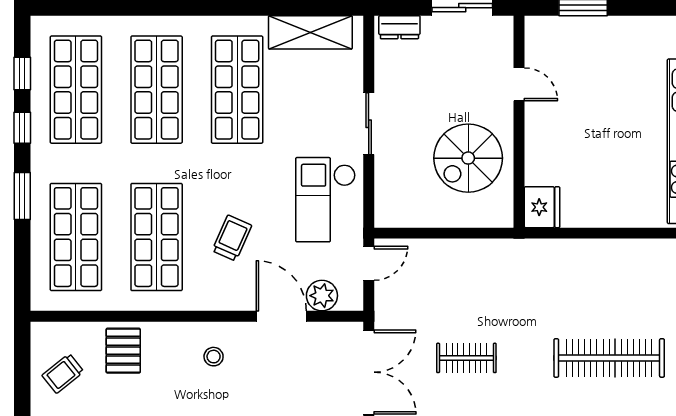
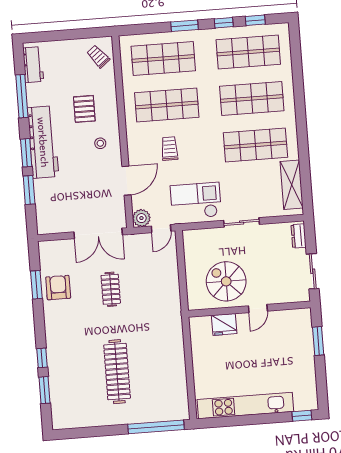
door: (519, 84) -> (258, 308), moved
fridge: (542, 207) -> (224, 324), moved
trolley: (232, 238) -> (169, 149), turned -114
door: (369, 263) -> (161, 229), hinge flipped
plant: (322, 296) -> (141, 218), moved
pallet: (123, 351) -> (84, 109), moved, turned 90
trolley: (63, 373) -> (98, 56), moved

